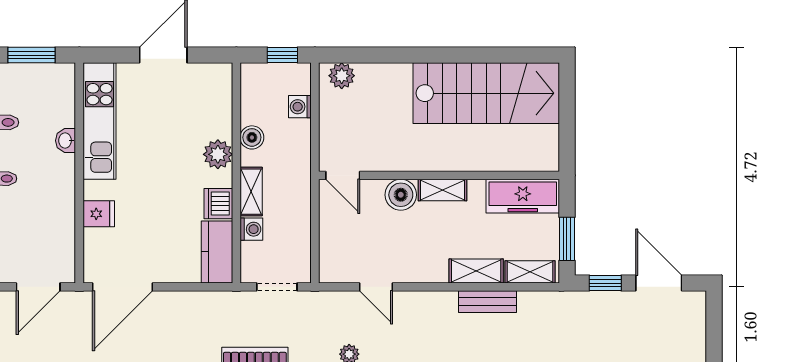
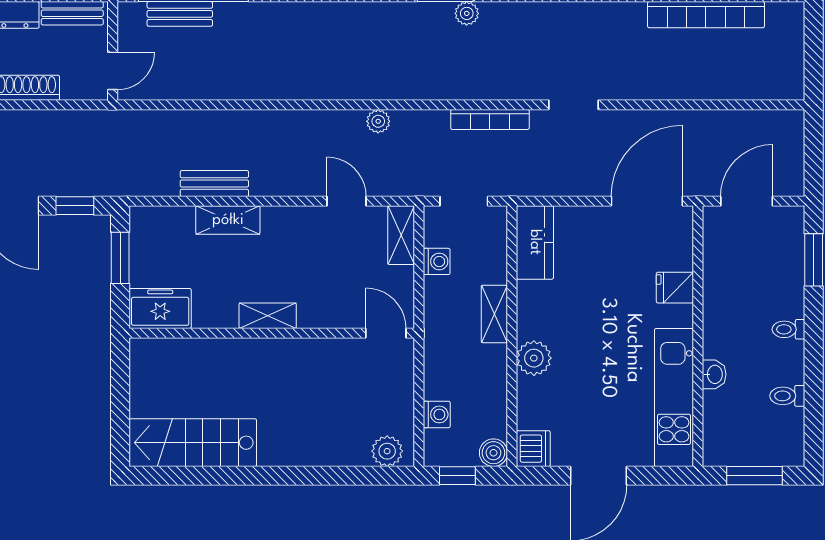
stairs: (486, 93) -> (193, 443), width x0.73, depth x0.66
boiler: (252, 137) -> (493, 453), moved
boiler: (401, 195) -> (317, 310), removed
freezer: (523, 196) -> (160, 308), width x0.71
dishwasher: (218, 204) -> (533, 449), moved
washing machine: (251, 229) -> (437, 261), moved, turned 180
shelving: (530, 272) -> (401, 235), moved, turned 90

